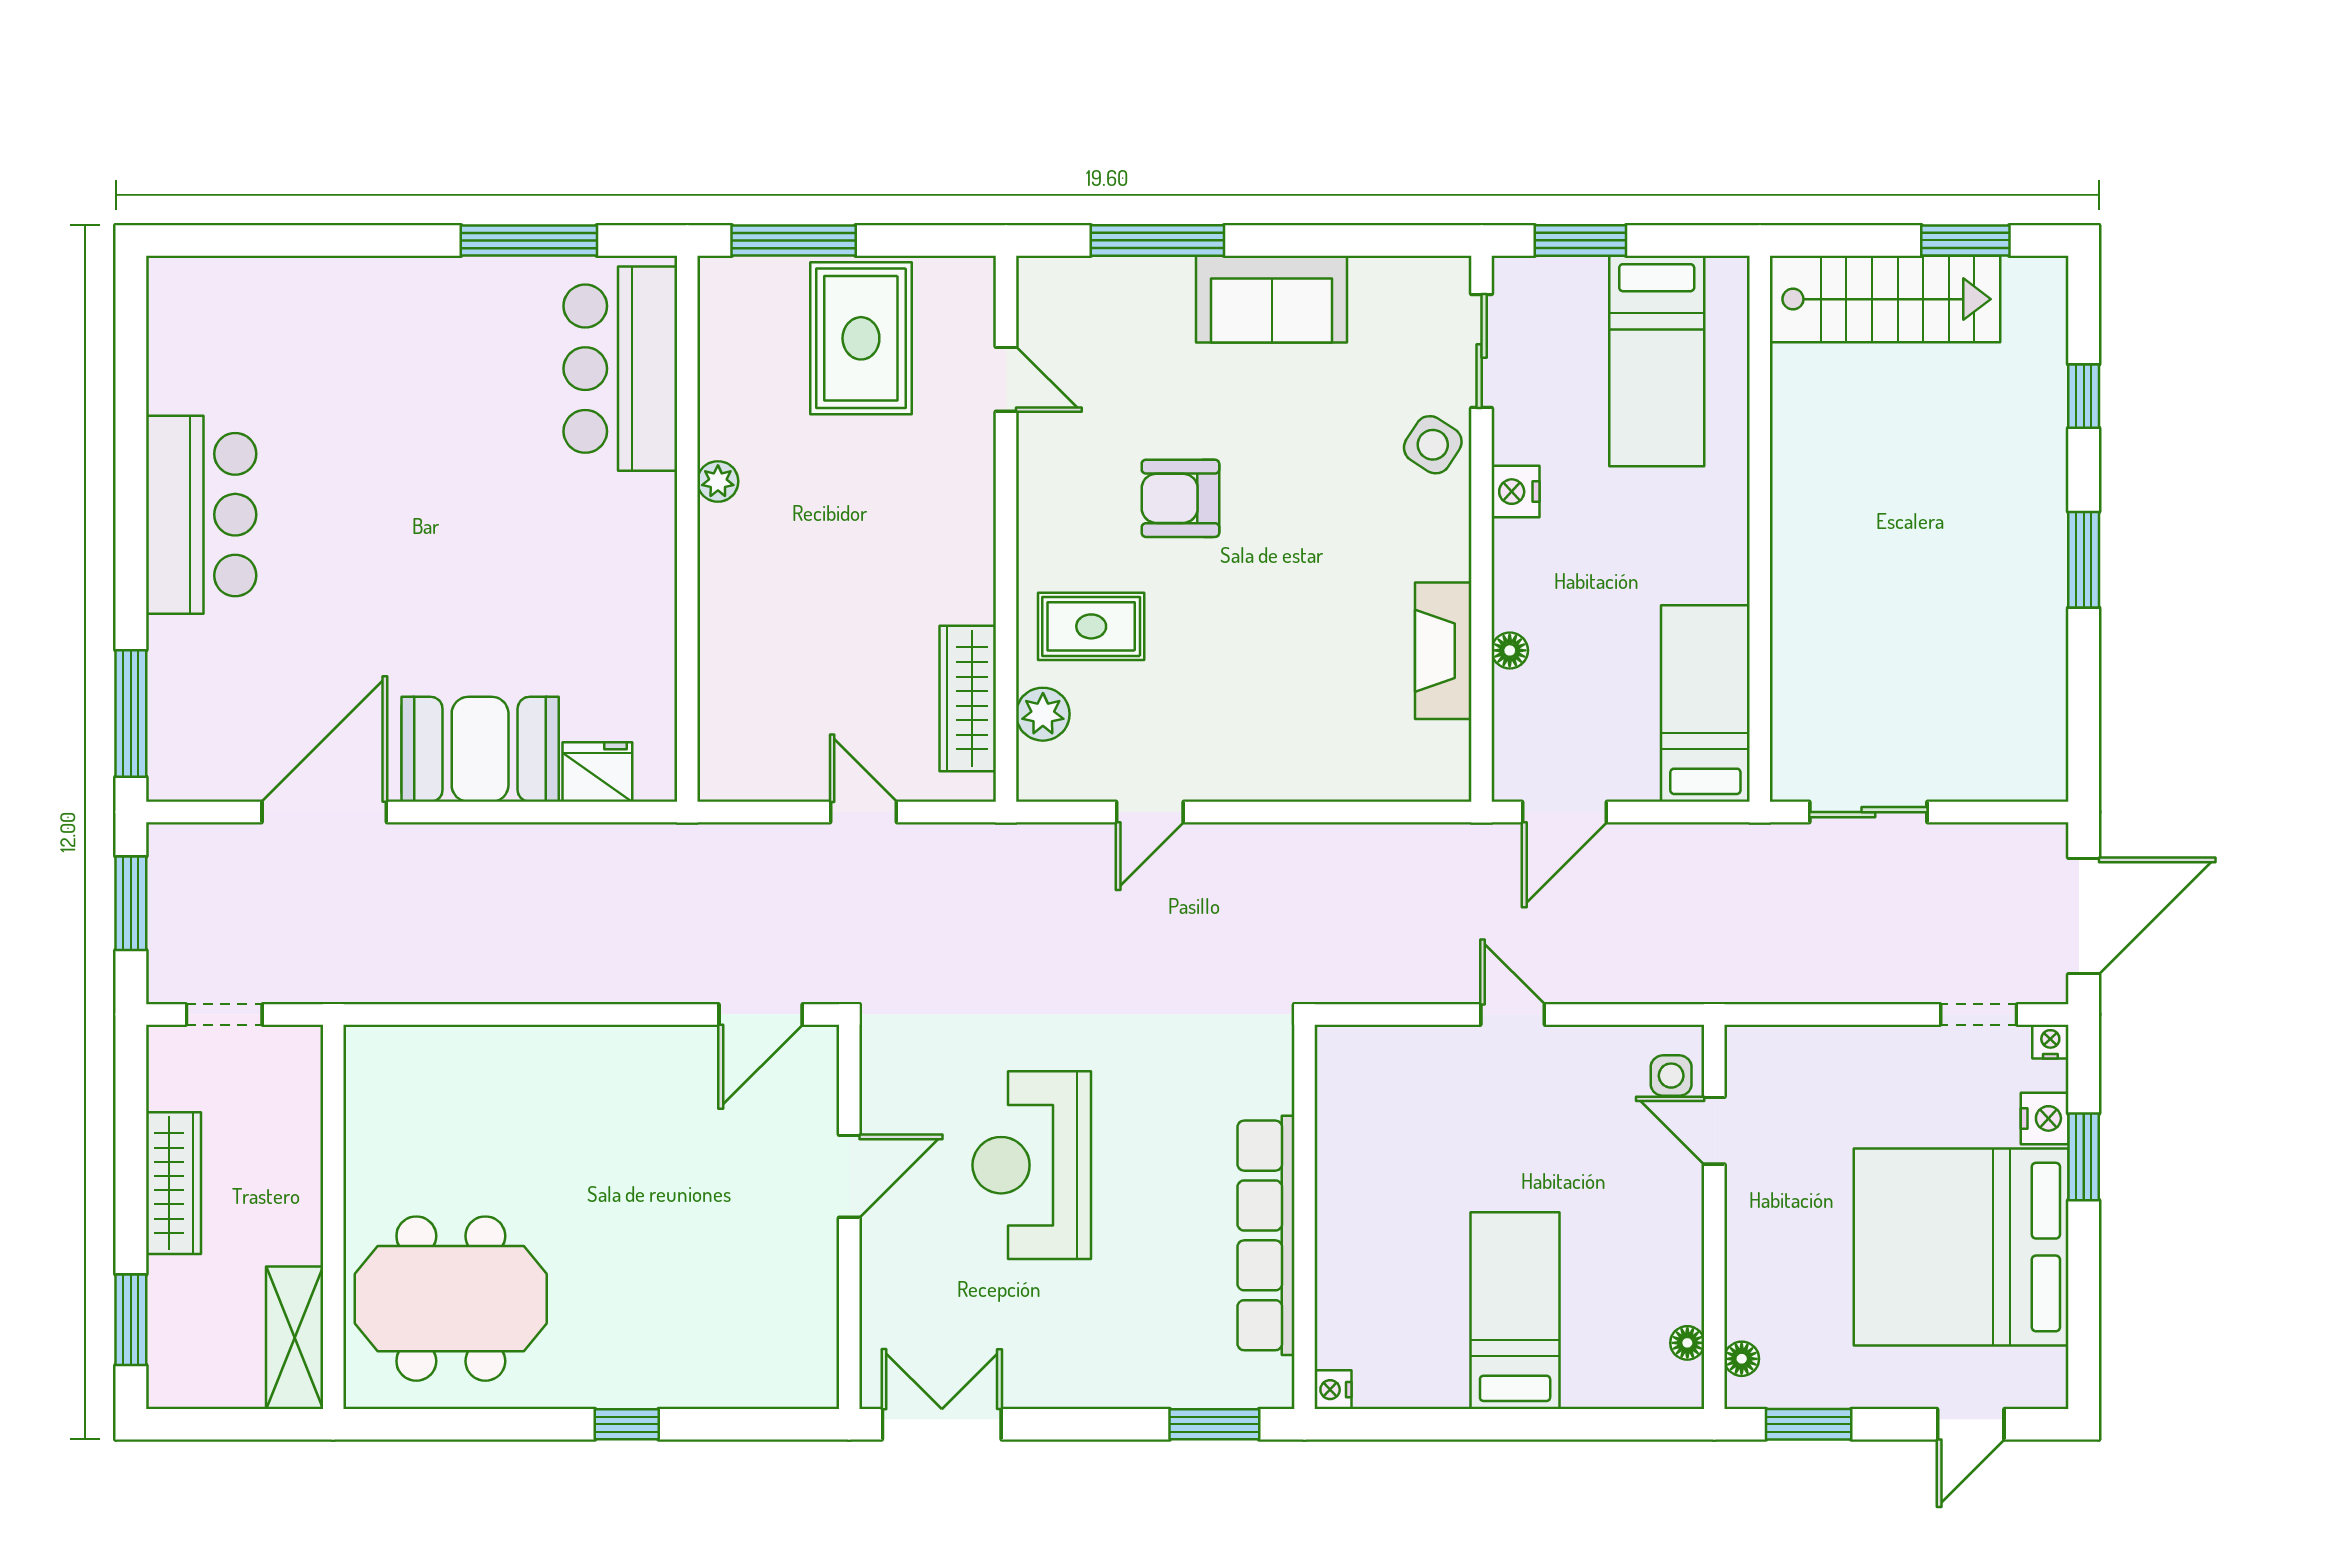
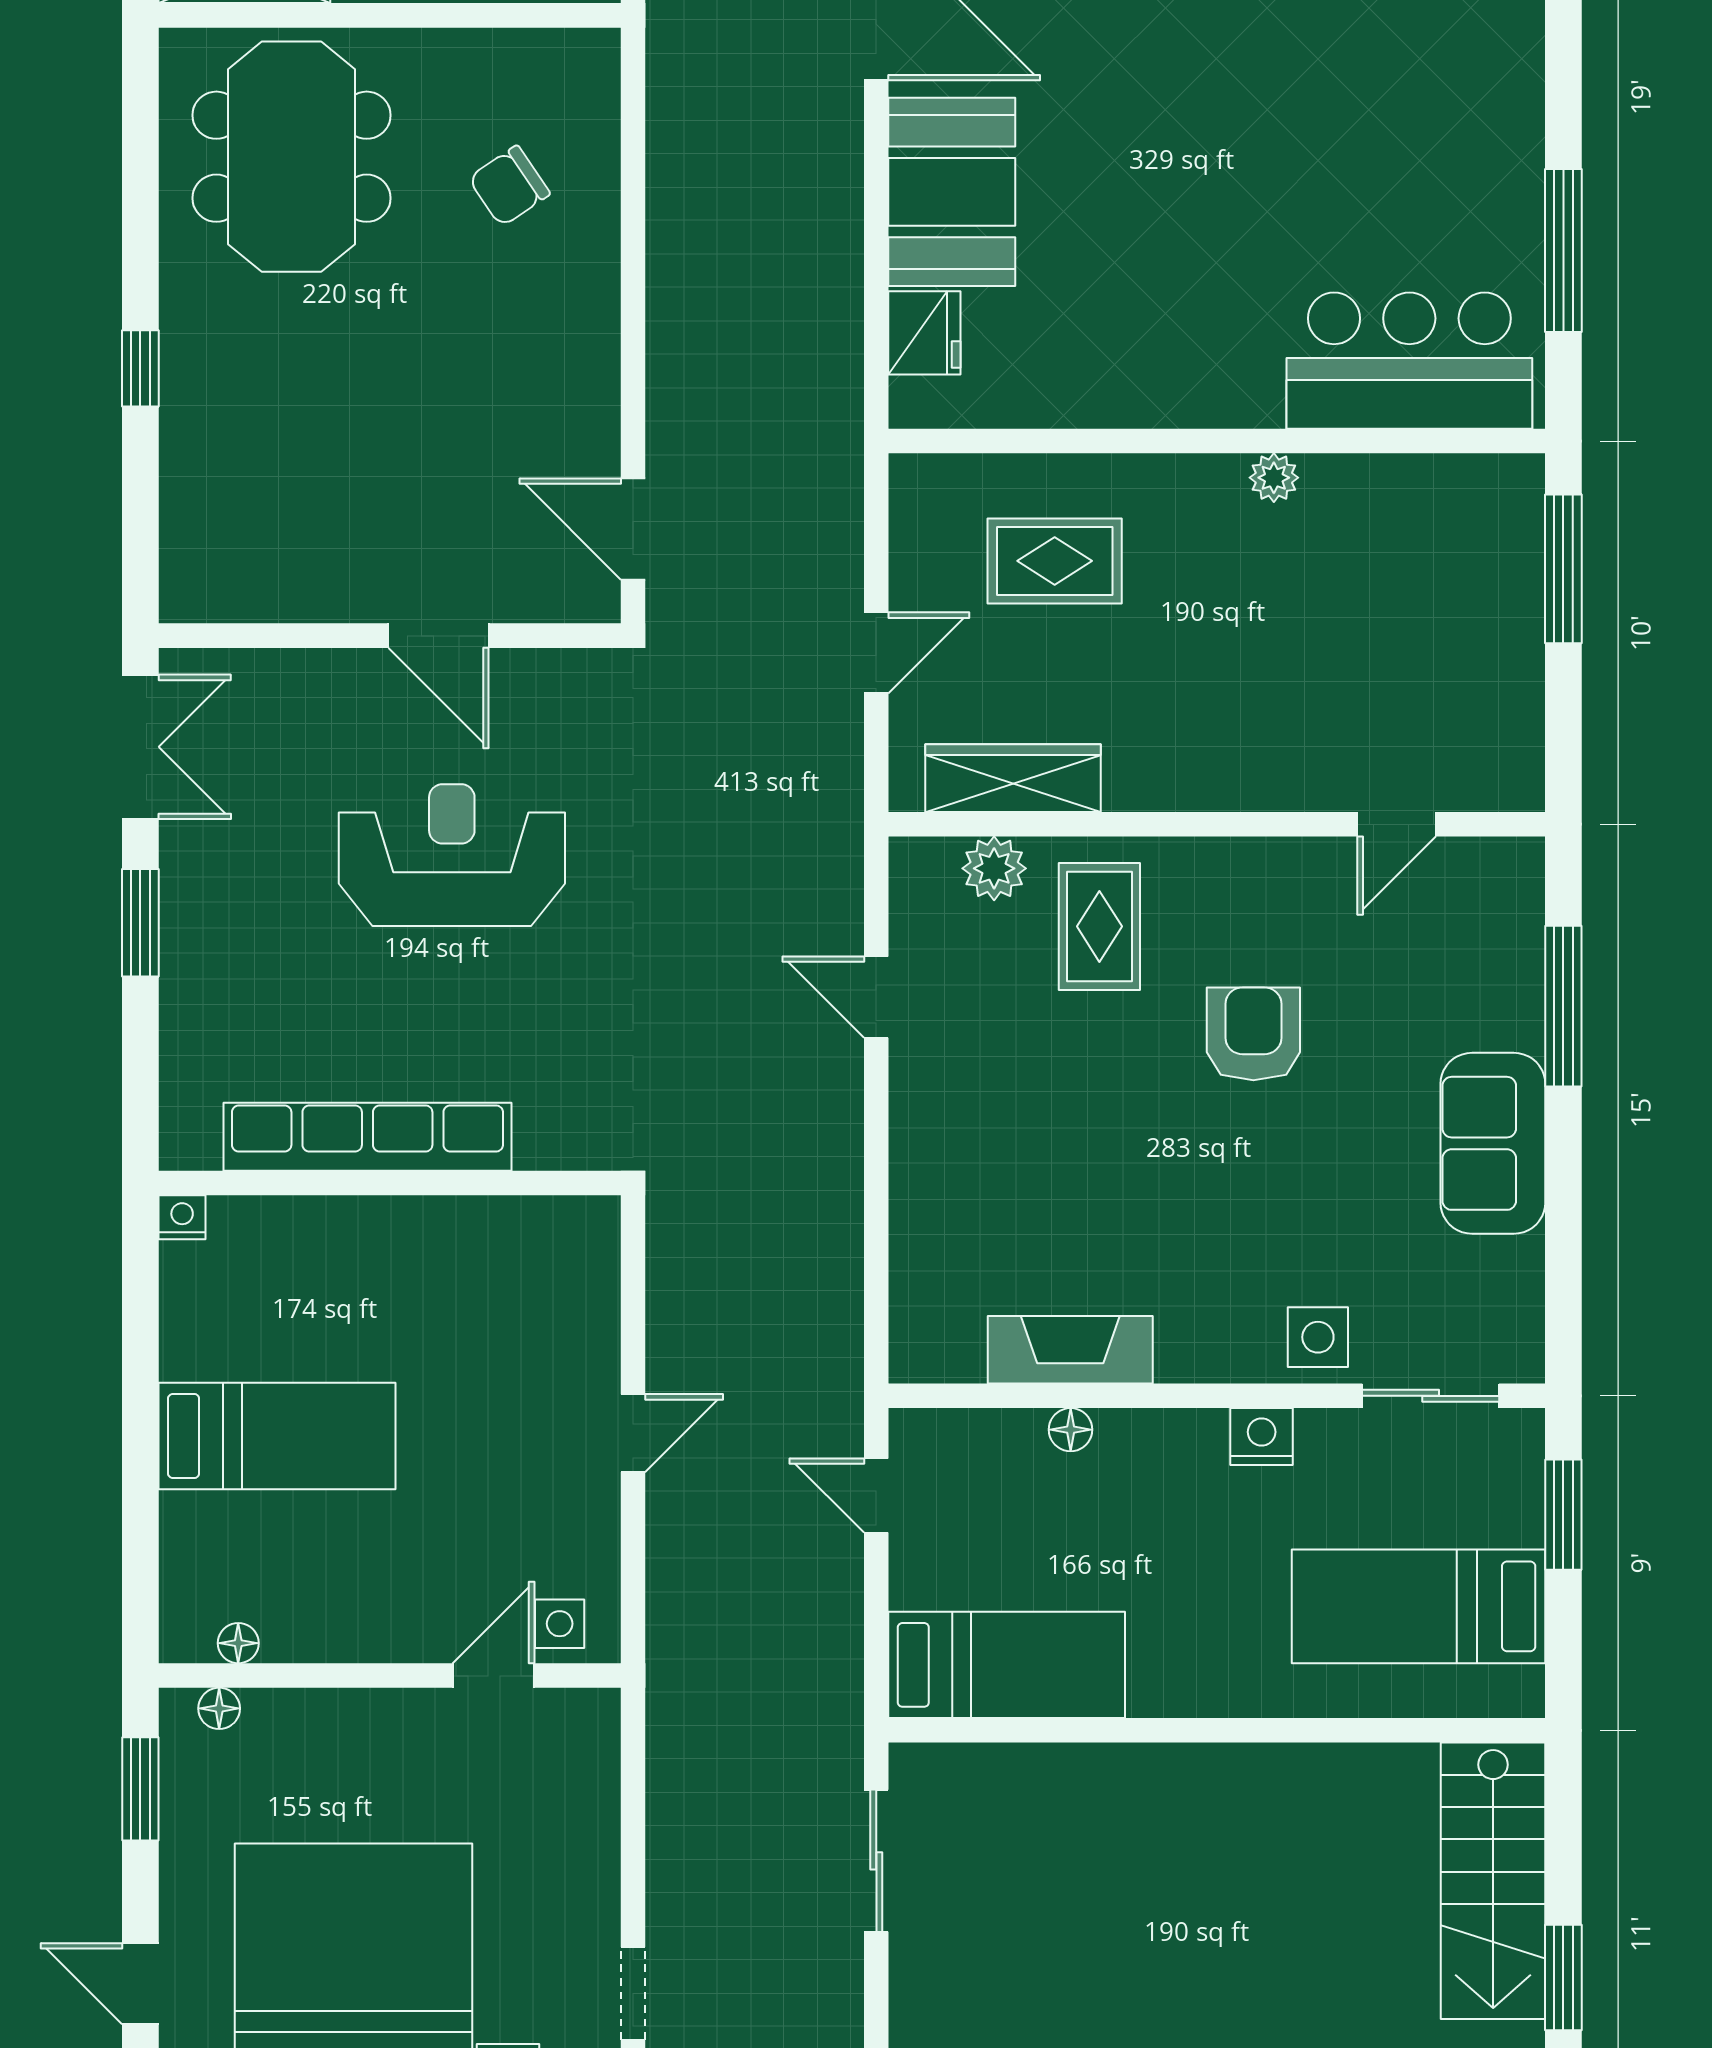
rug: (861, 338) -> (1055, 561), moved, width x0.73, depth x0.70
side table: (1433, 445) -> (1318, 1337), turned -33
door: (1565, 812) -> (876, 1496), width x0.73
chair: (475, 1117) -> (509, 186), added
window: (1214, 1424) -> (140, 923), moved

